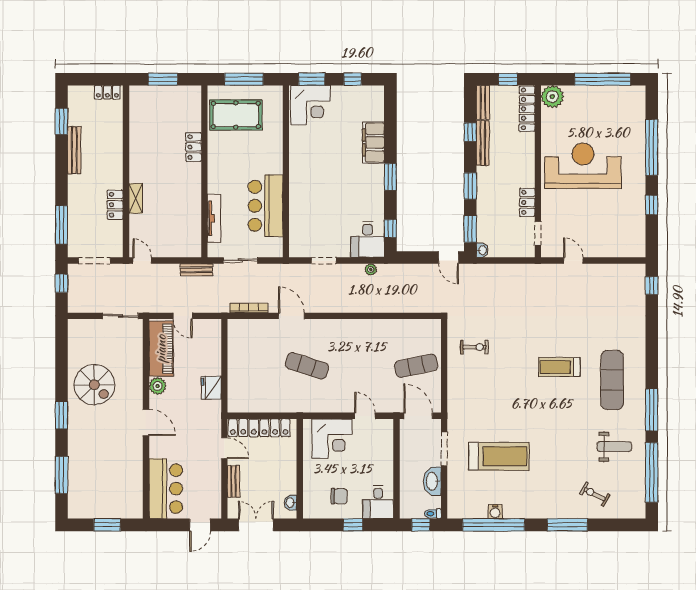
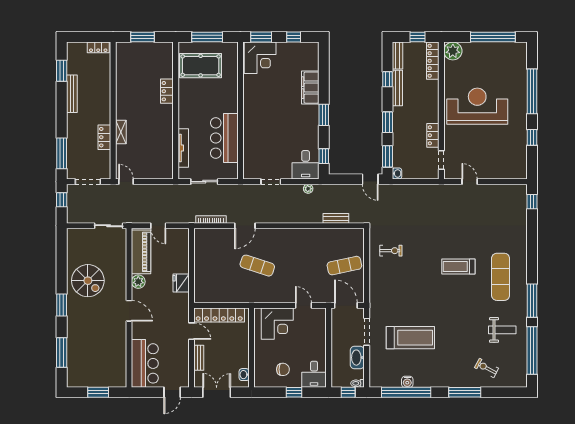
bench: (196, 270) -> (336, 218), moved
door: (291, 316) -> (245, 226), swing flipped

